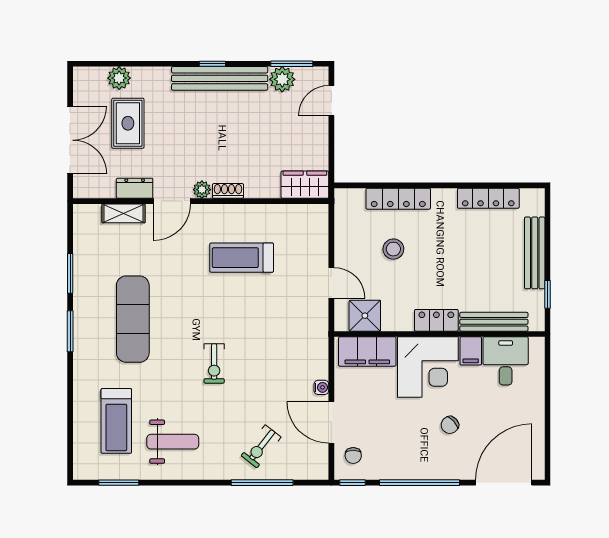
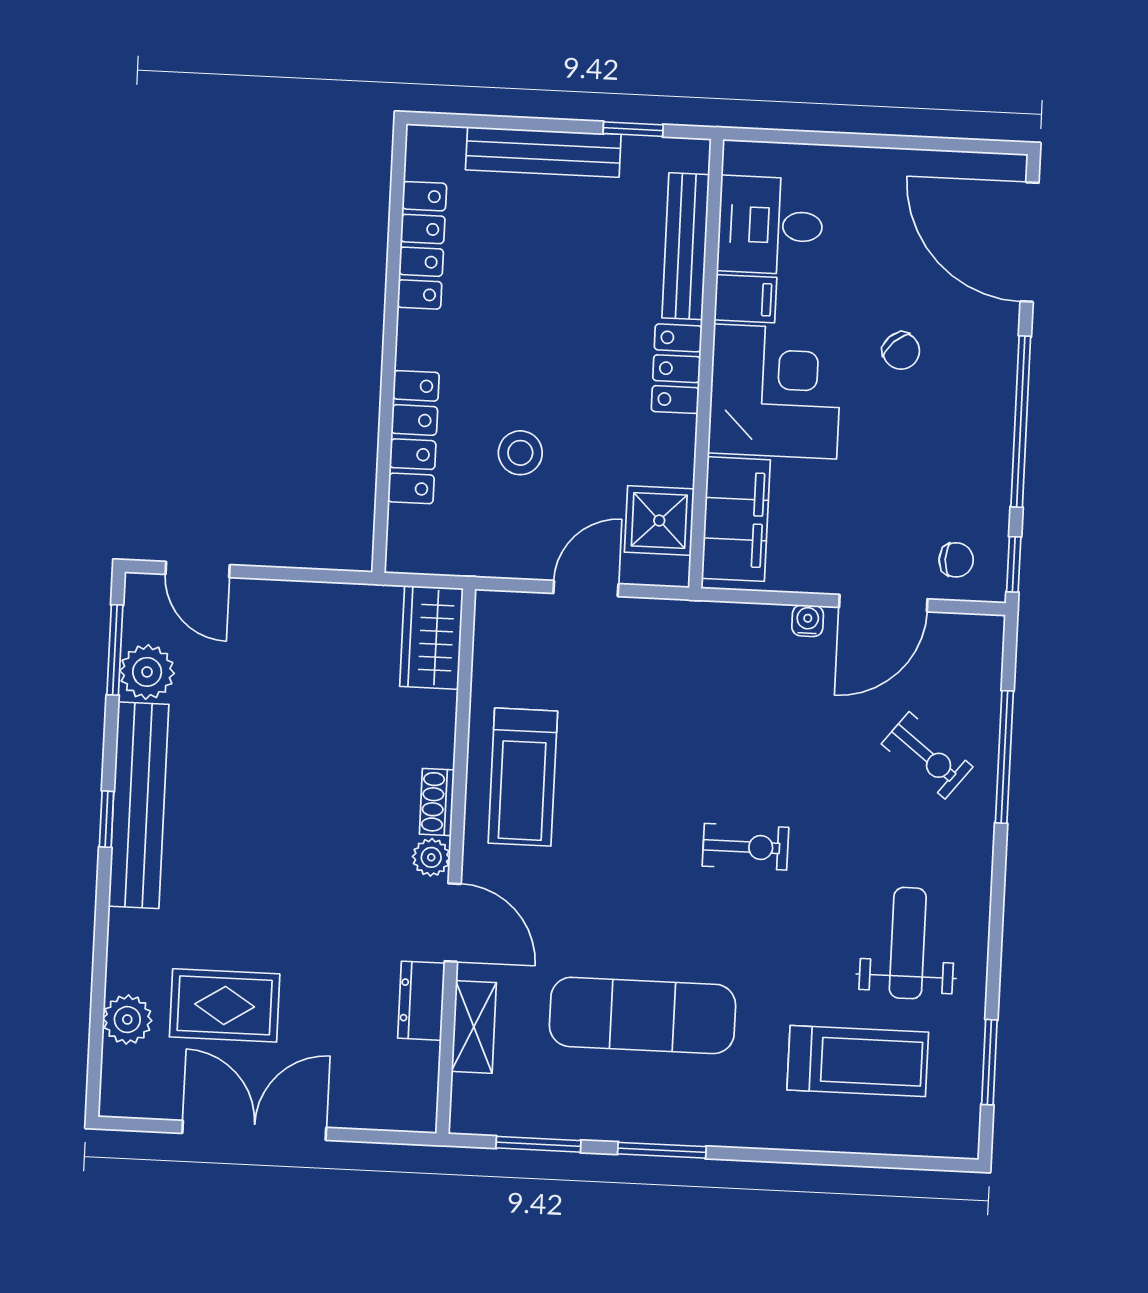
wardrobe: (305, 185) -> (431, 637), moved
dresser: (135, 188) -> (421, 1001), moved
plant: (202, 190) -> (431, 857), moved
shoe rack: (228, 191) -> (437, 802), moved
door: (172, 201) -> (453, 923), moved
wall: (201, 201) -> (456, 861), moved
shelving: (124, 213) -> (474, 1027), moved

